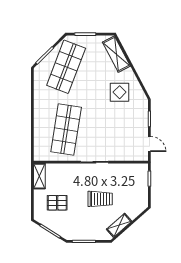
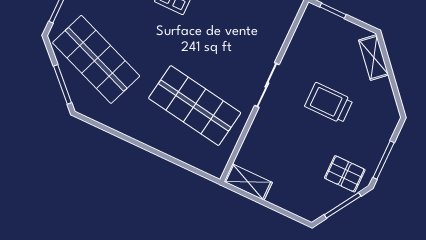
trolley: (100, 199) -> (329, 103), turned -90
pallet: (57, 203) -> (345, 174), moved, turned 90
shelving: (119, 225) -> (374, 58), moved

